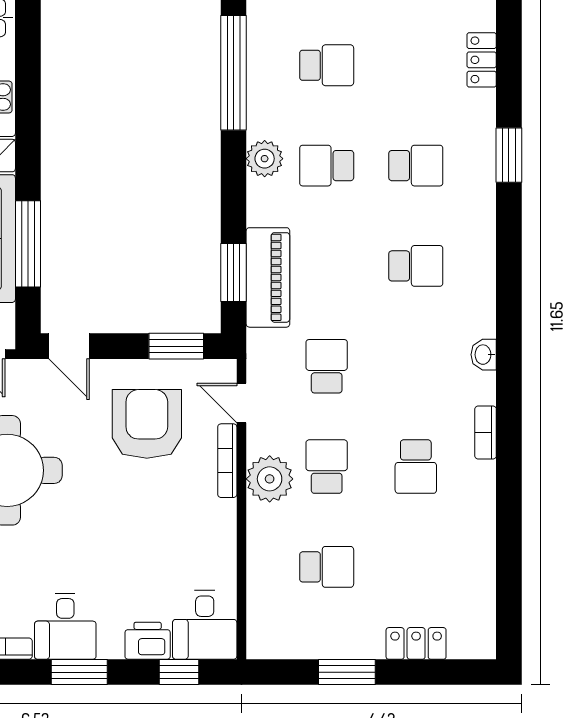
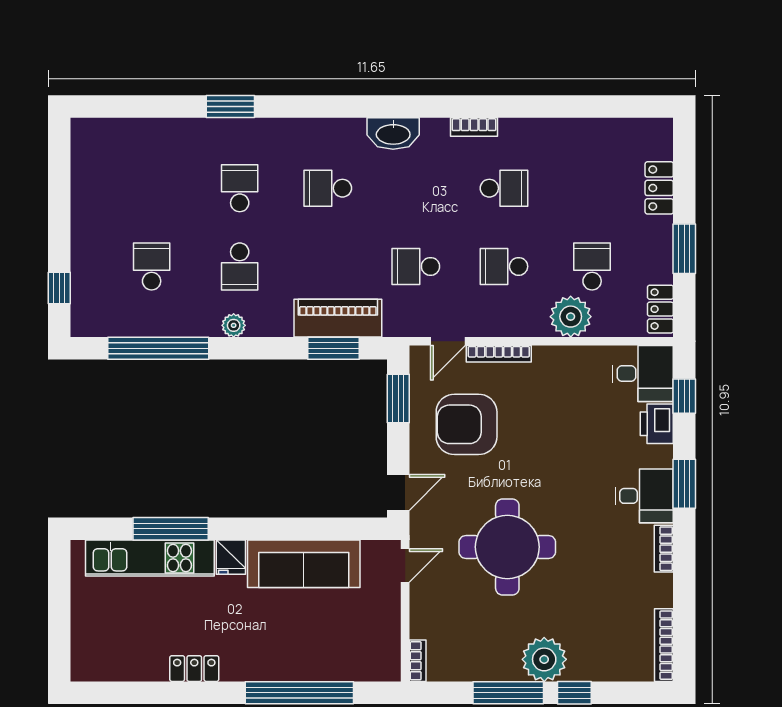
locker: (482, 60) -> (660, 309), moved, turned 90
plant: (265, 159) -> (234, 325), width x0.73, depth x0.73
window: (28, 244) -> (171, 529), moved
school desk: (416, 266) -> (328, 188), turned -90
washbasin: (484, 355) -> (393, 134), width x1.91, depth x1.45
plant: (270, 479) -> (571, 317), moved

